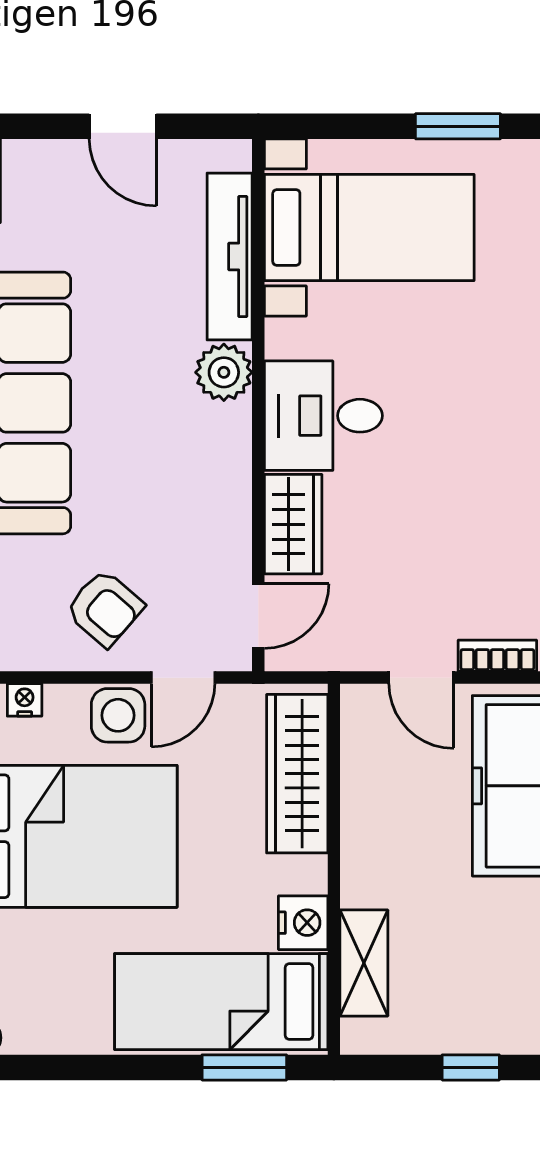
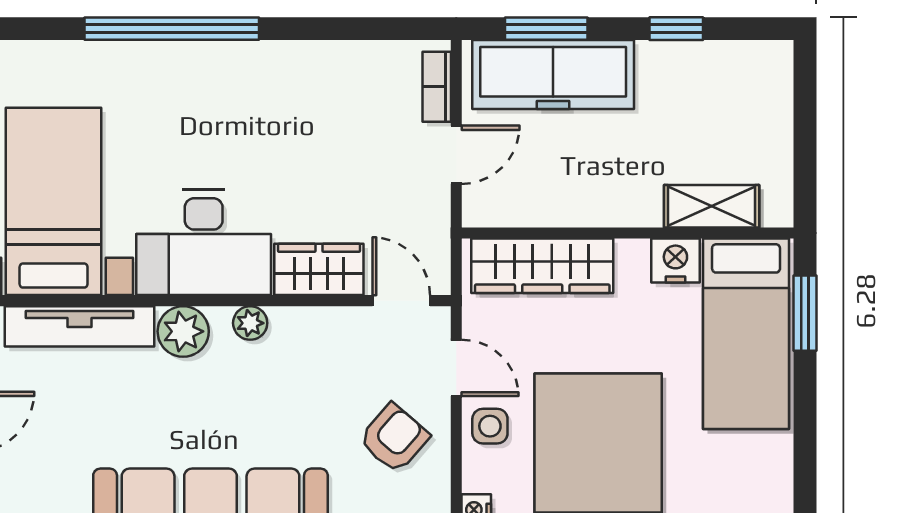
desk: (323, 416) -> (204, 242), width x1.37
plant: (233, 447) -> (250, 323), added
side table: (118, 715) -> (490, 426), width x0.73, depth x0.73
window: (471, 1067) -> (805, 111), removed

